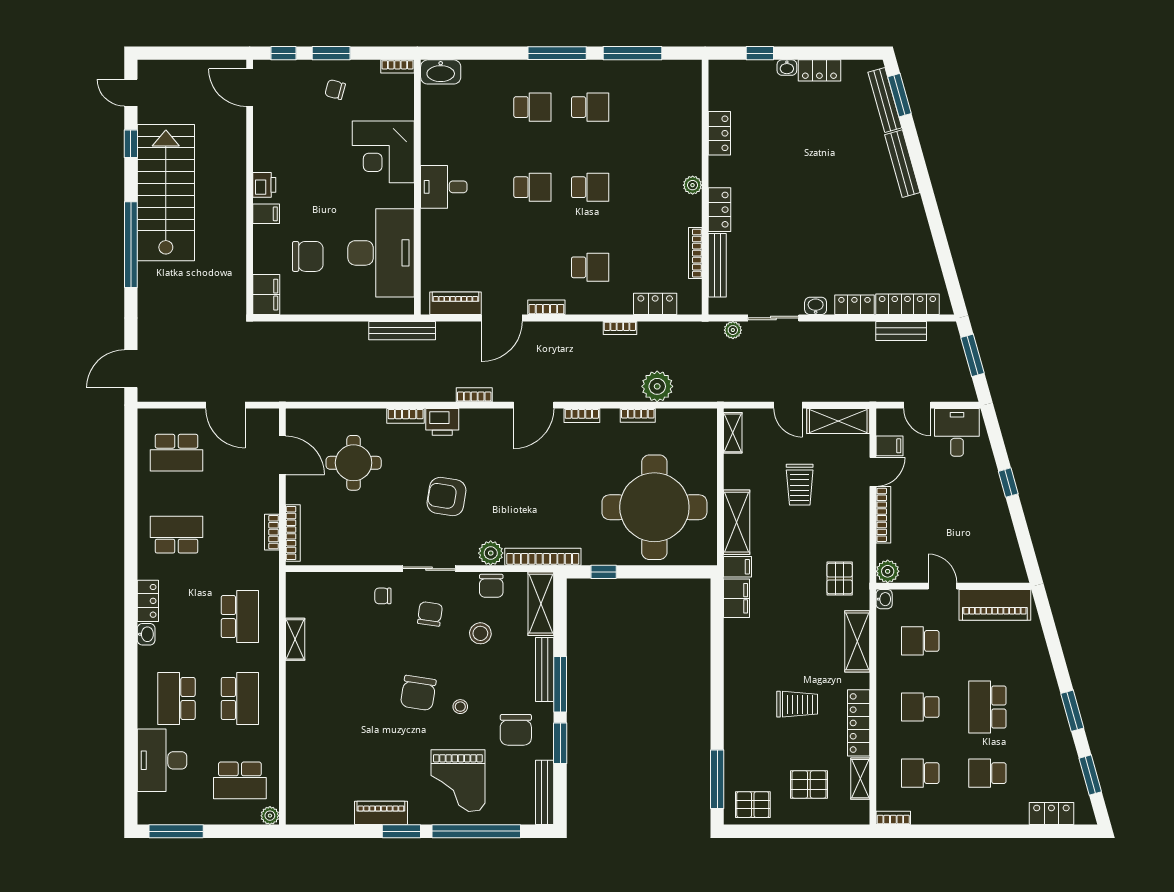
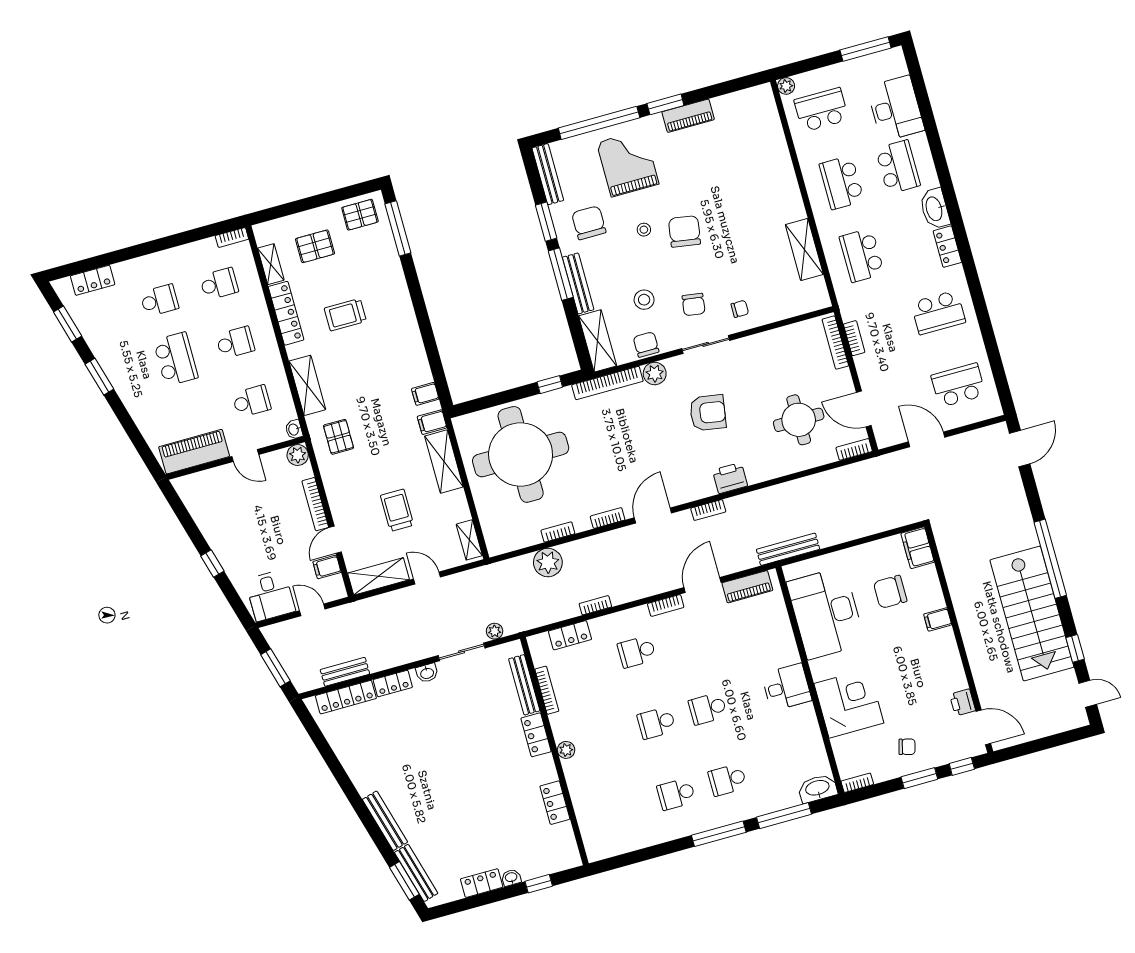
window: (632, 53) -> (784, 816), moved
printer: (264, 185) -> (962, 702), moved
bookcase: (406, 416) -> (854, 449), moved
filing cabinet: (737, 598) -> (425, 394), width x0.50
washbasin: (146, 634) -> (935, 209), width x1.91, depth x1.45
shelving: (295, 639) -> (804, 249), width x1.50, depth x1.33

